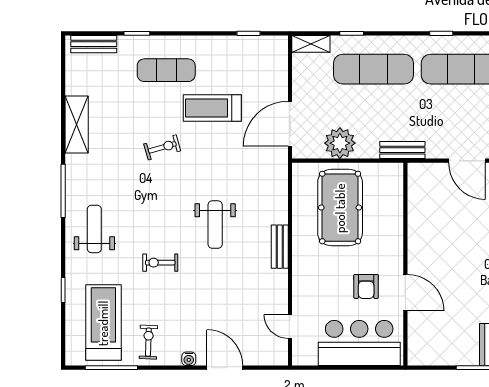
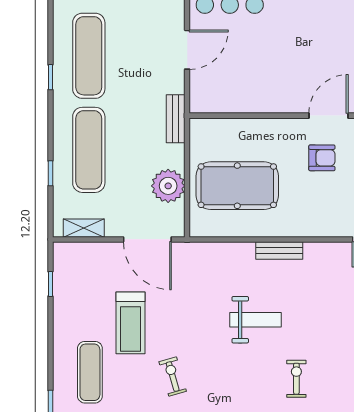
shelving: (311, 44) -> (84, 228), moved, turned 90
exercise bike: (160, 263) -> (296, 379), turned 180

